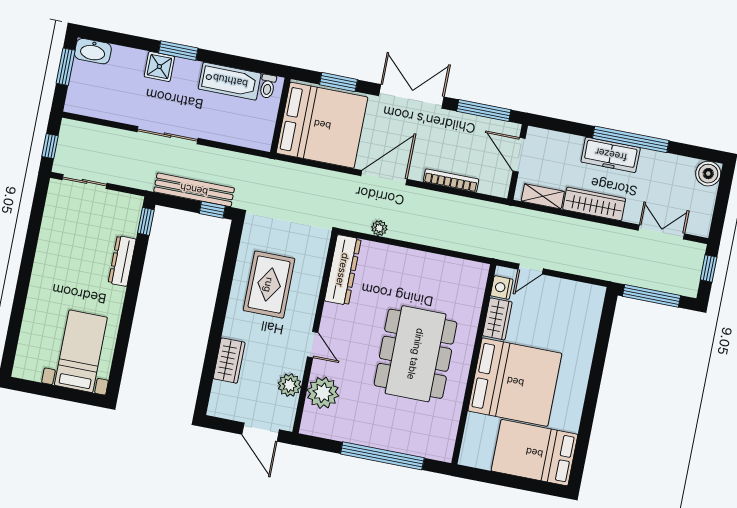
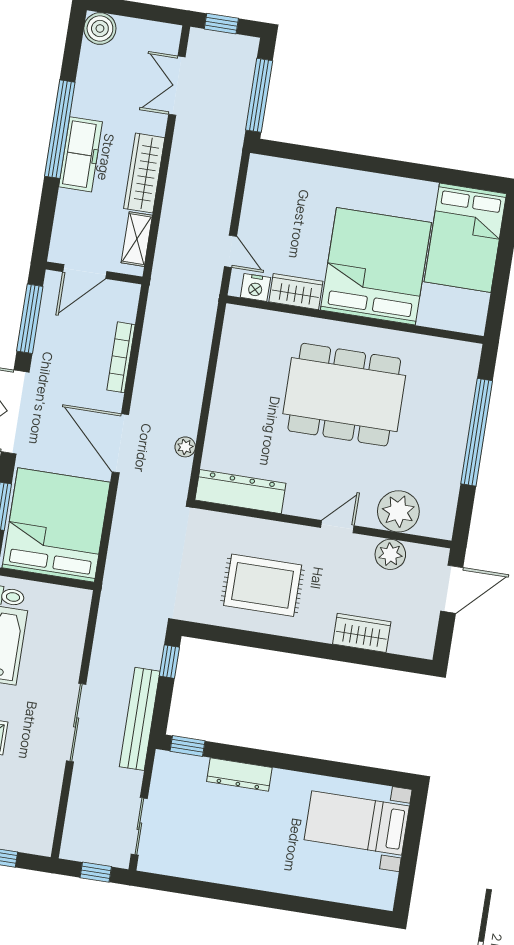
bench: (194, 190) -> (140, 719), moved

